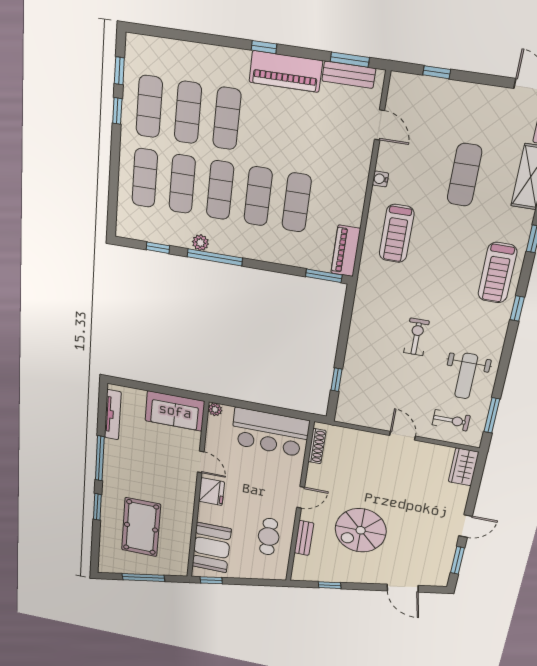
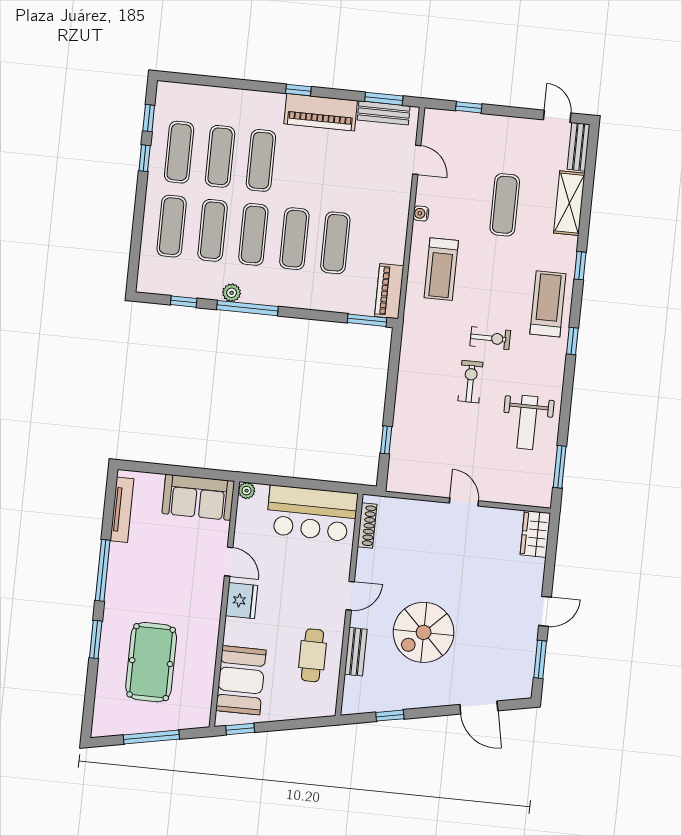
treadmill: (497, 273) -> (548, 304), turned 180
exercise bike: (451, 420) -> (490, 338), moved

